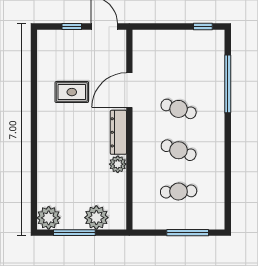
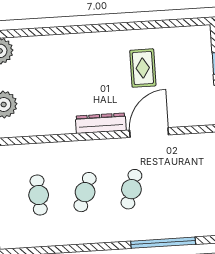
door: (129, 90) -> (149, 132), hinge flipped
plant: (118, 164) -> (65, 125), removed

